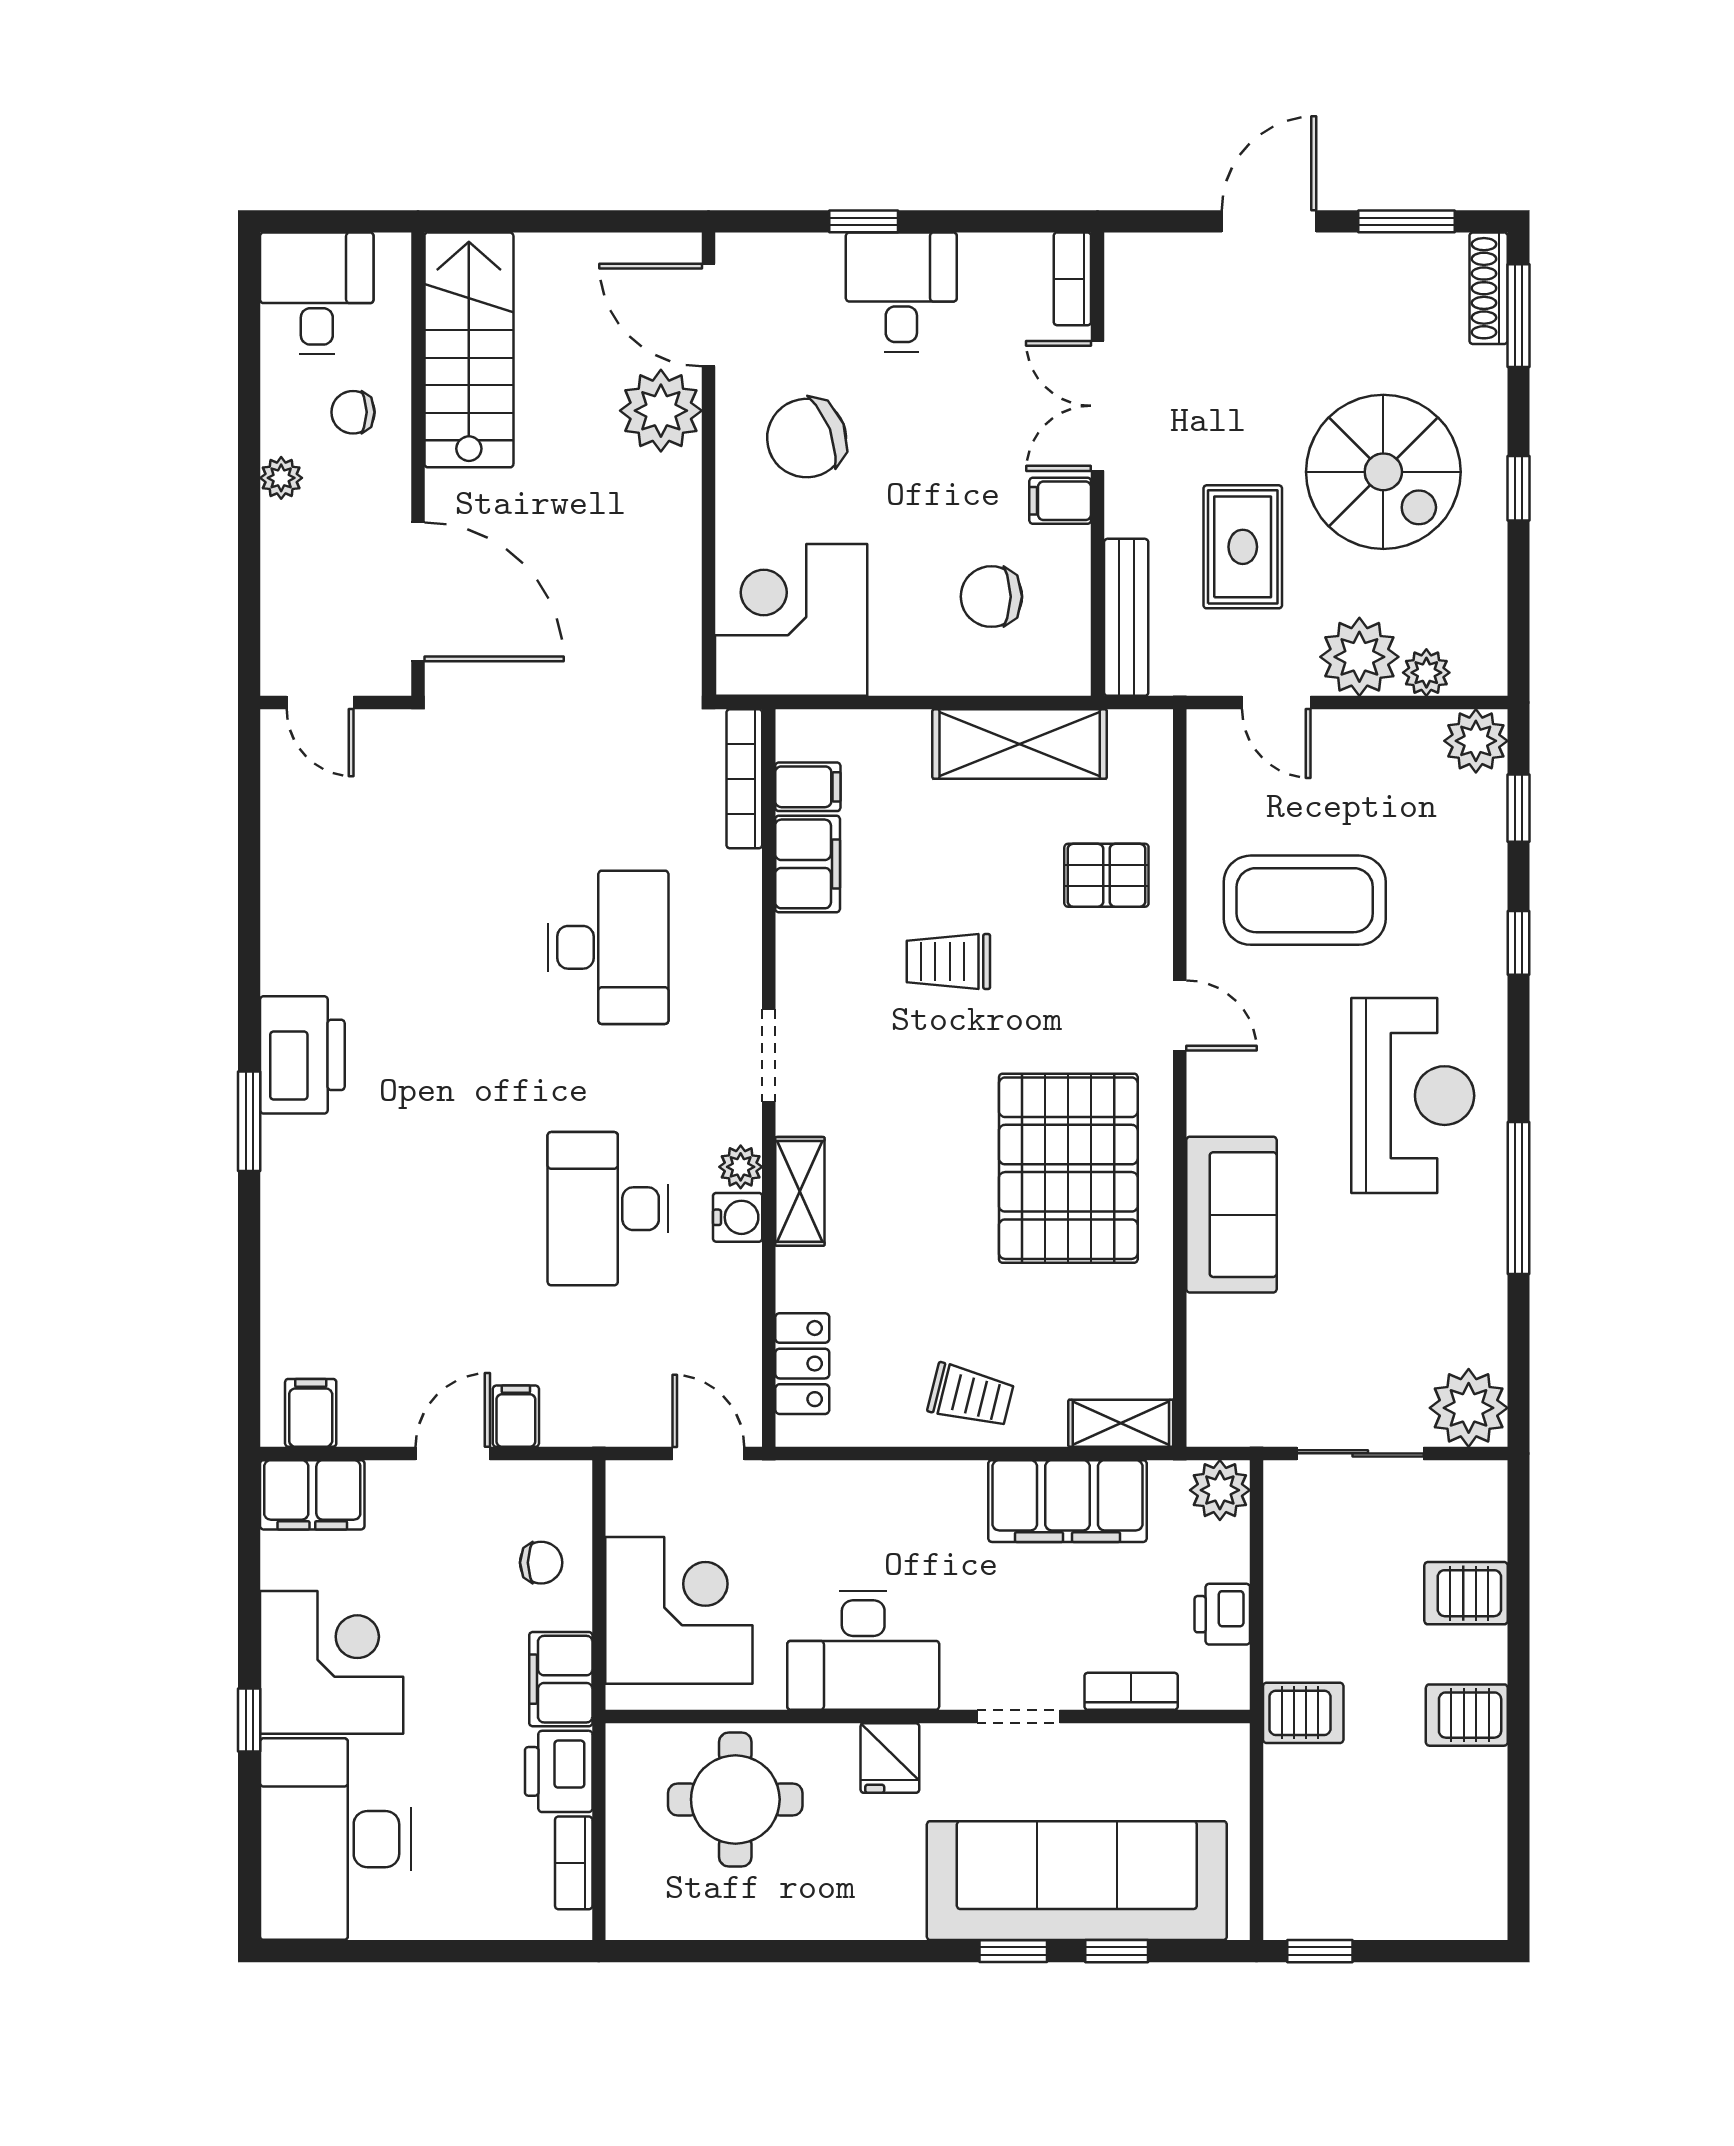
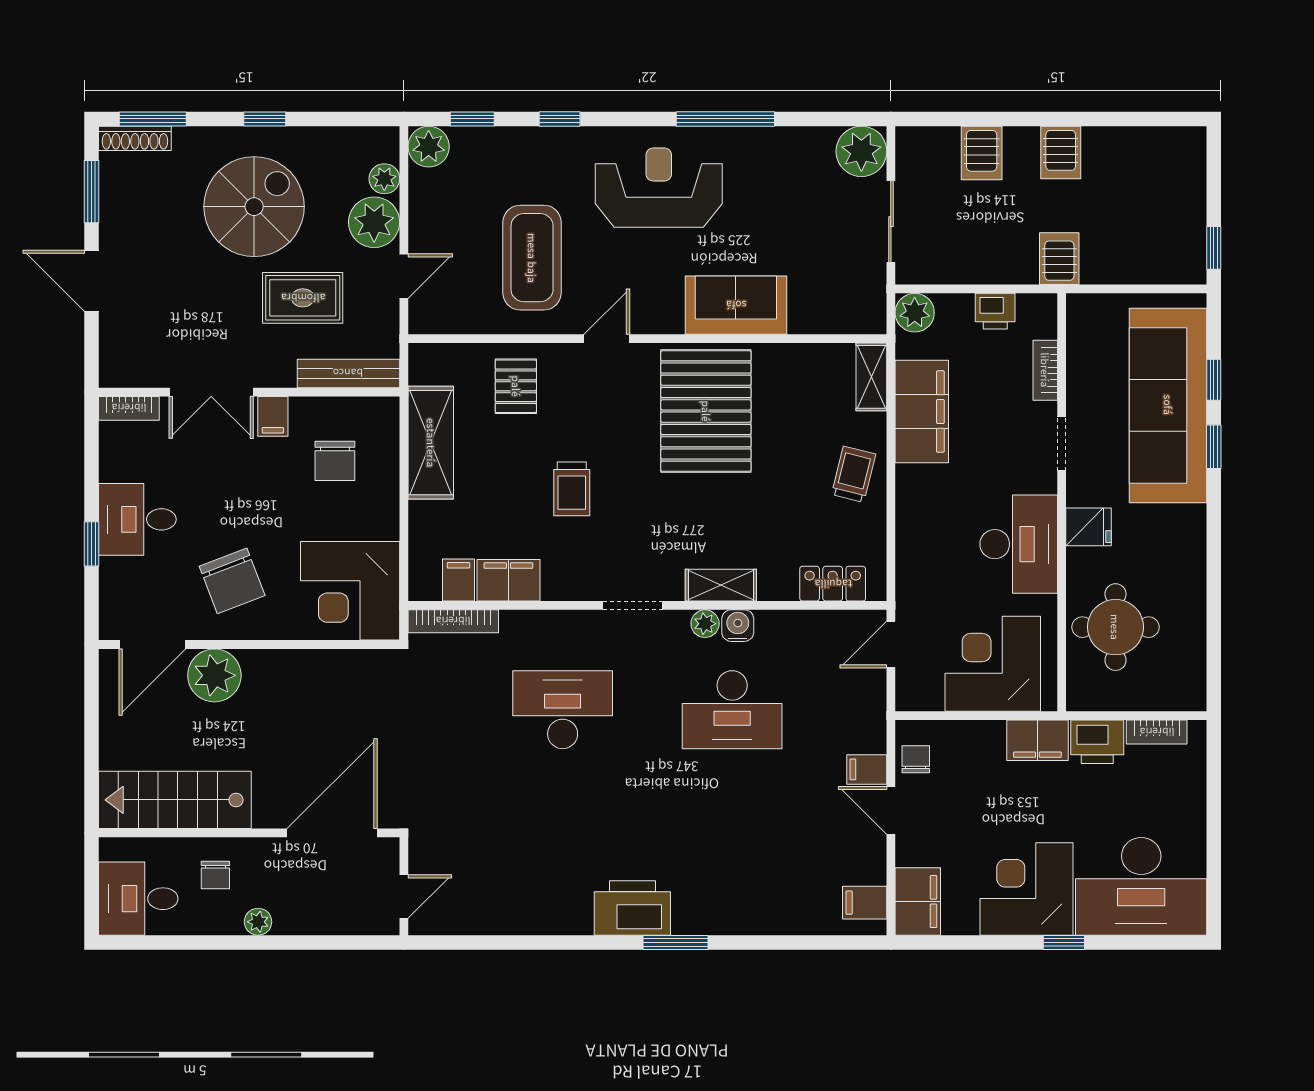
pallet: (1068, 1168) -> (706, 411), turned 90
chair: (541, 1563) -> (916, 759), moved

